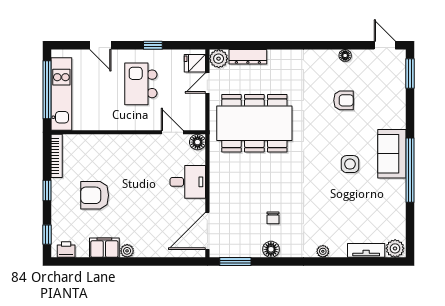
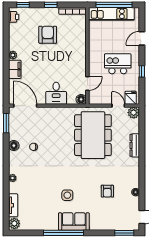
dresser: (248, 57) -> (135, 145), moved
filing cabinet: (104, 248) -> (15, 69), moved

